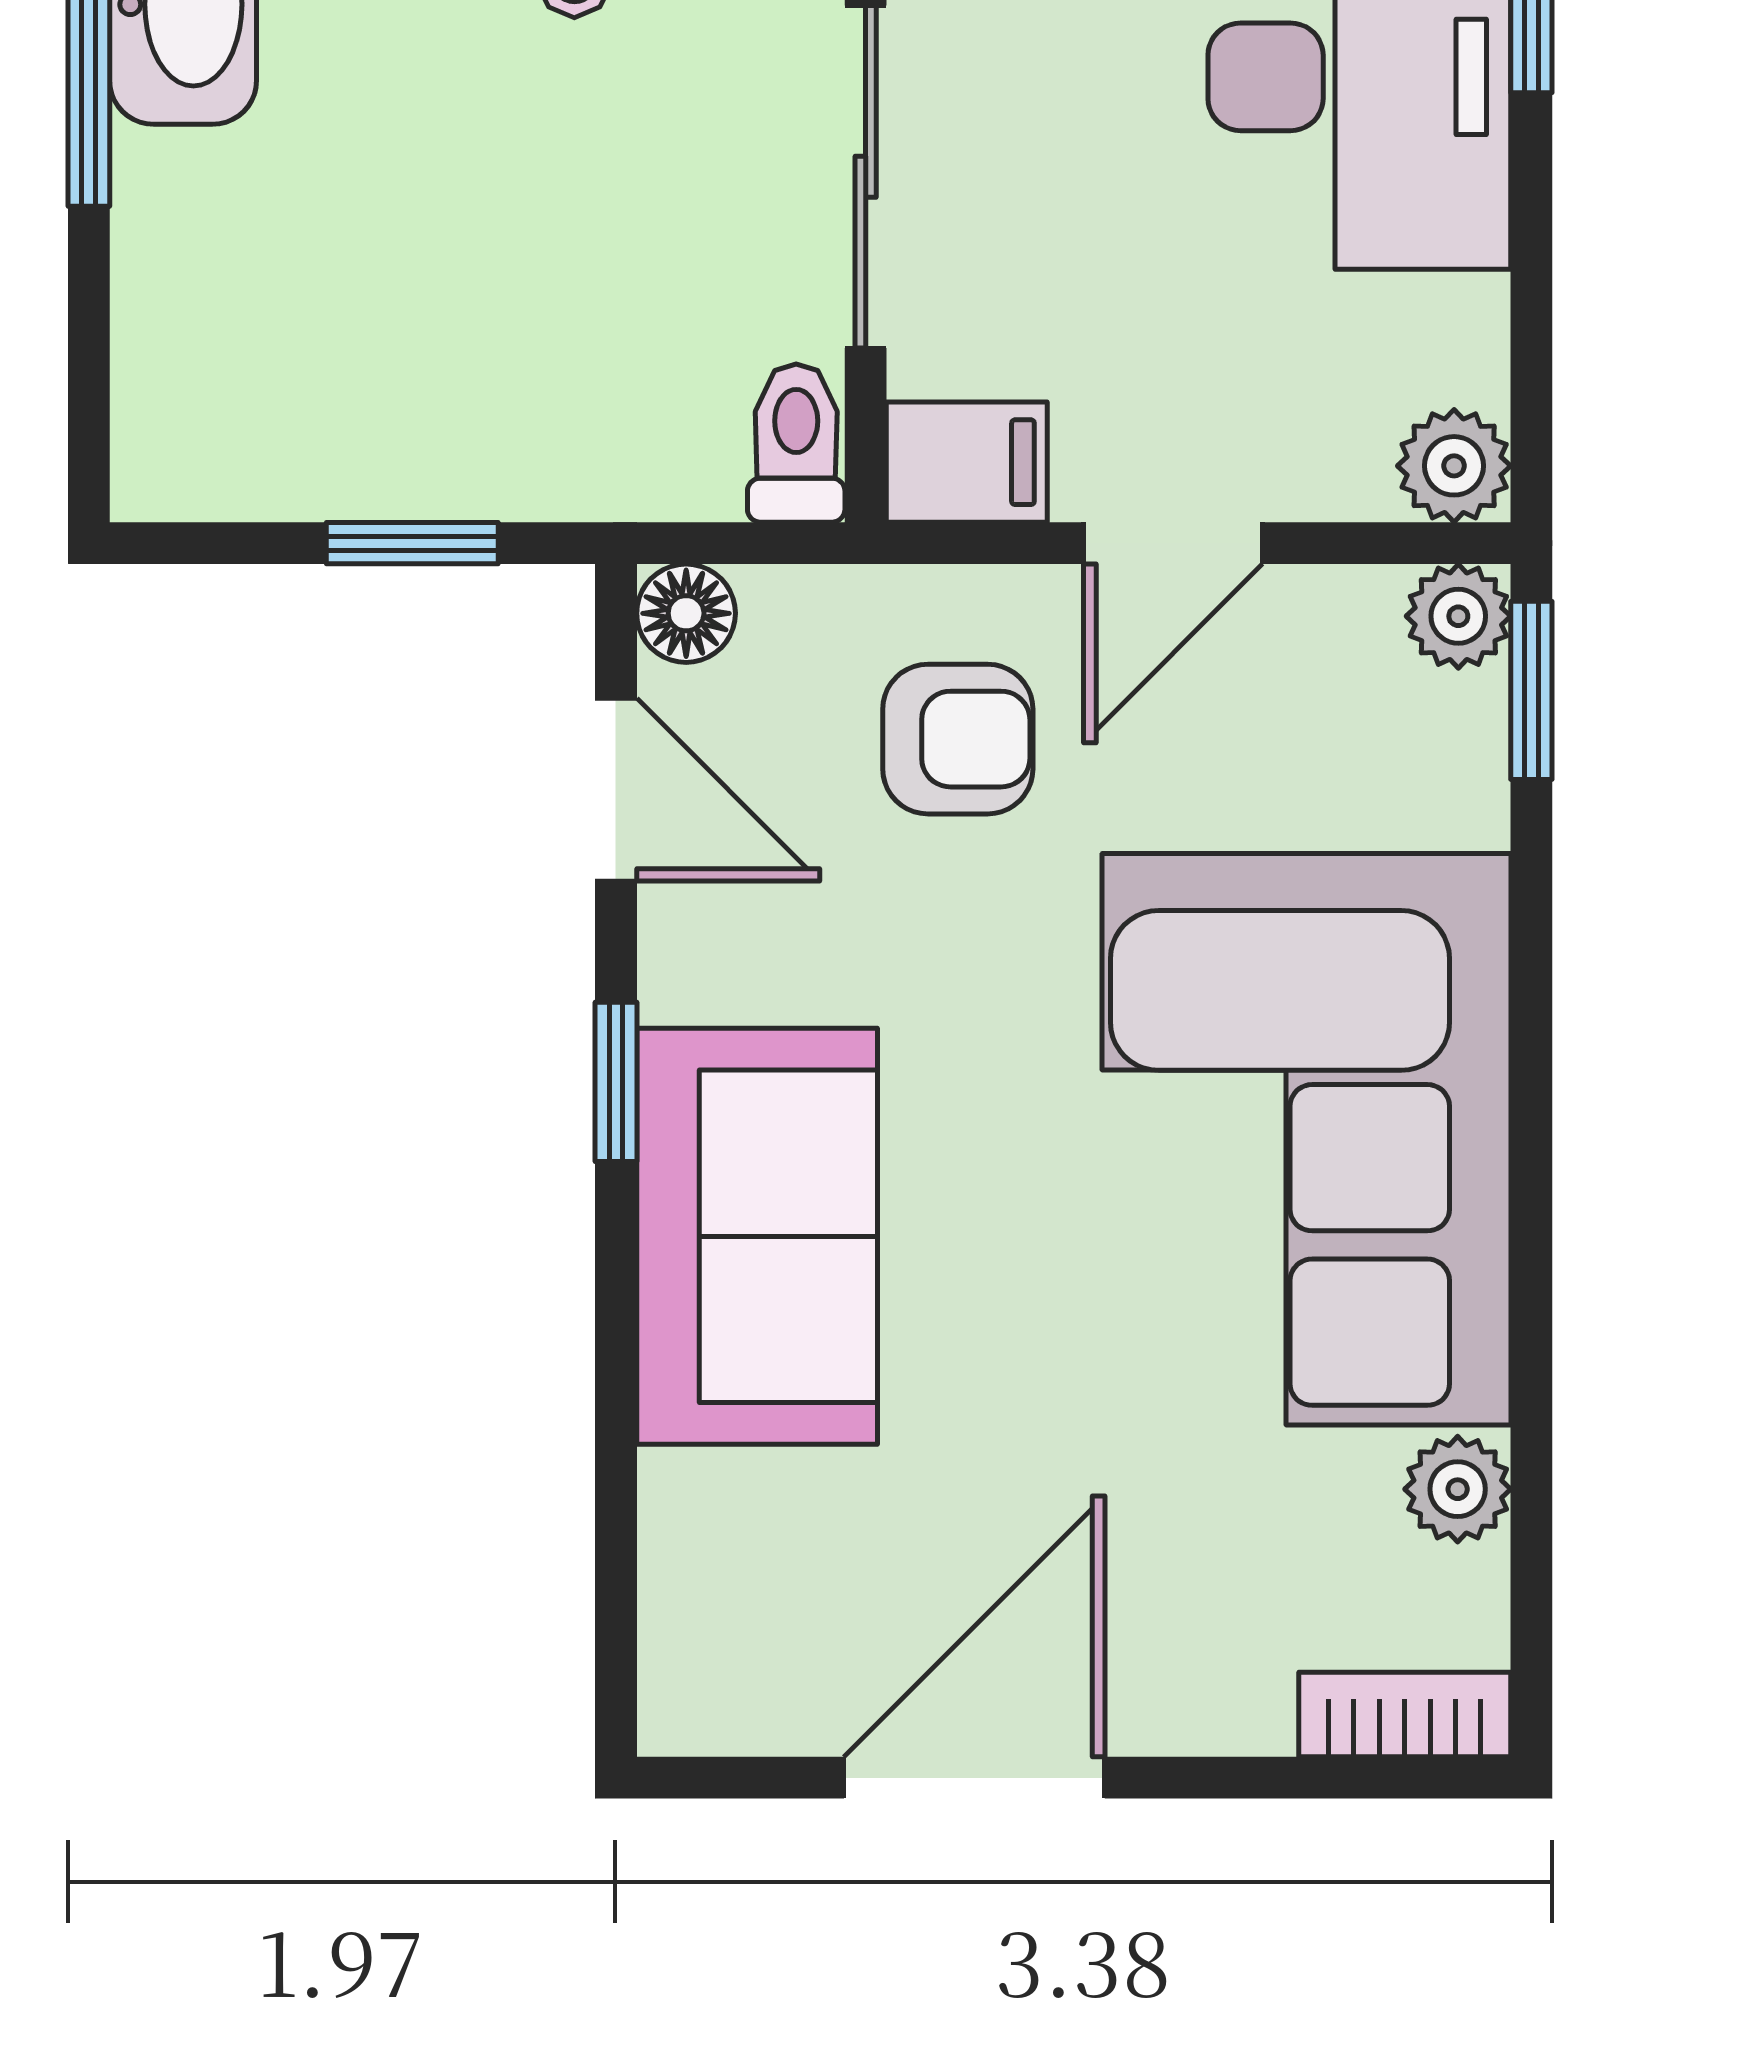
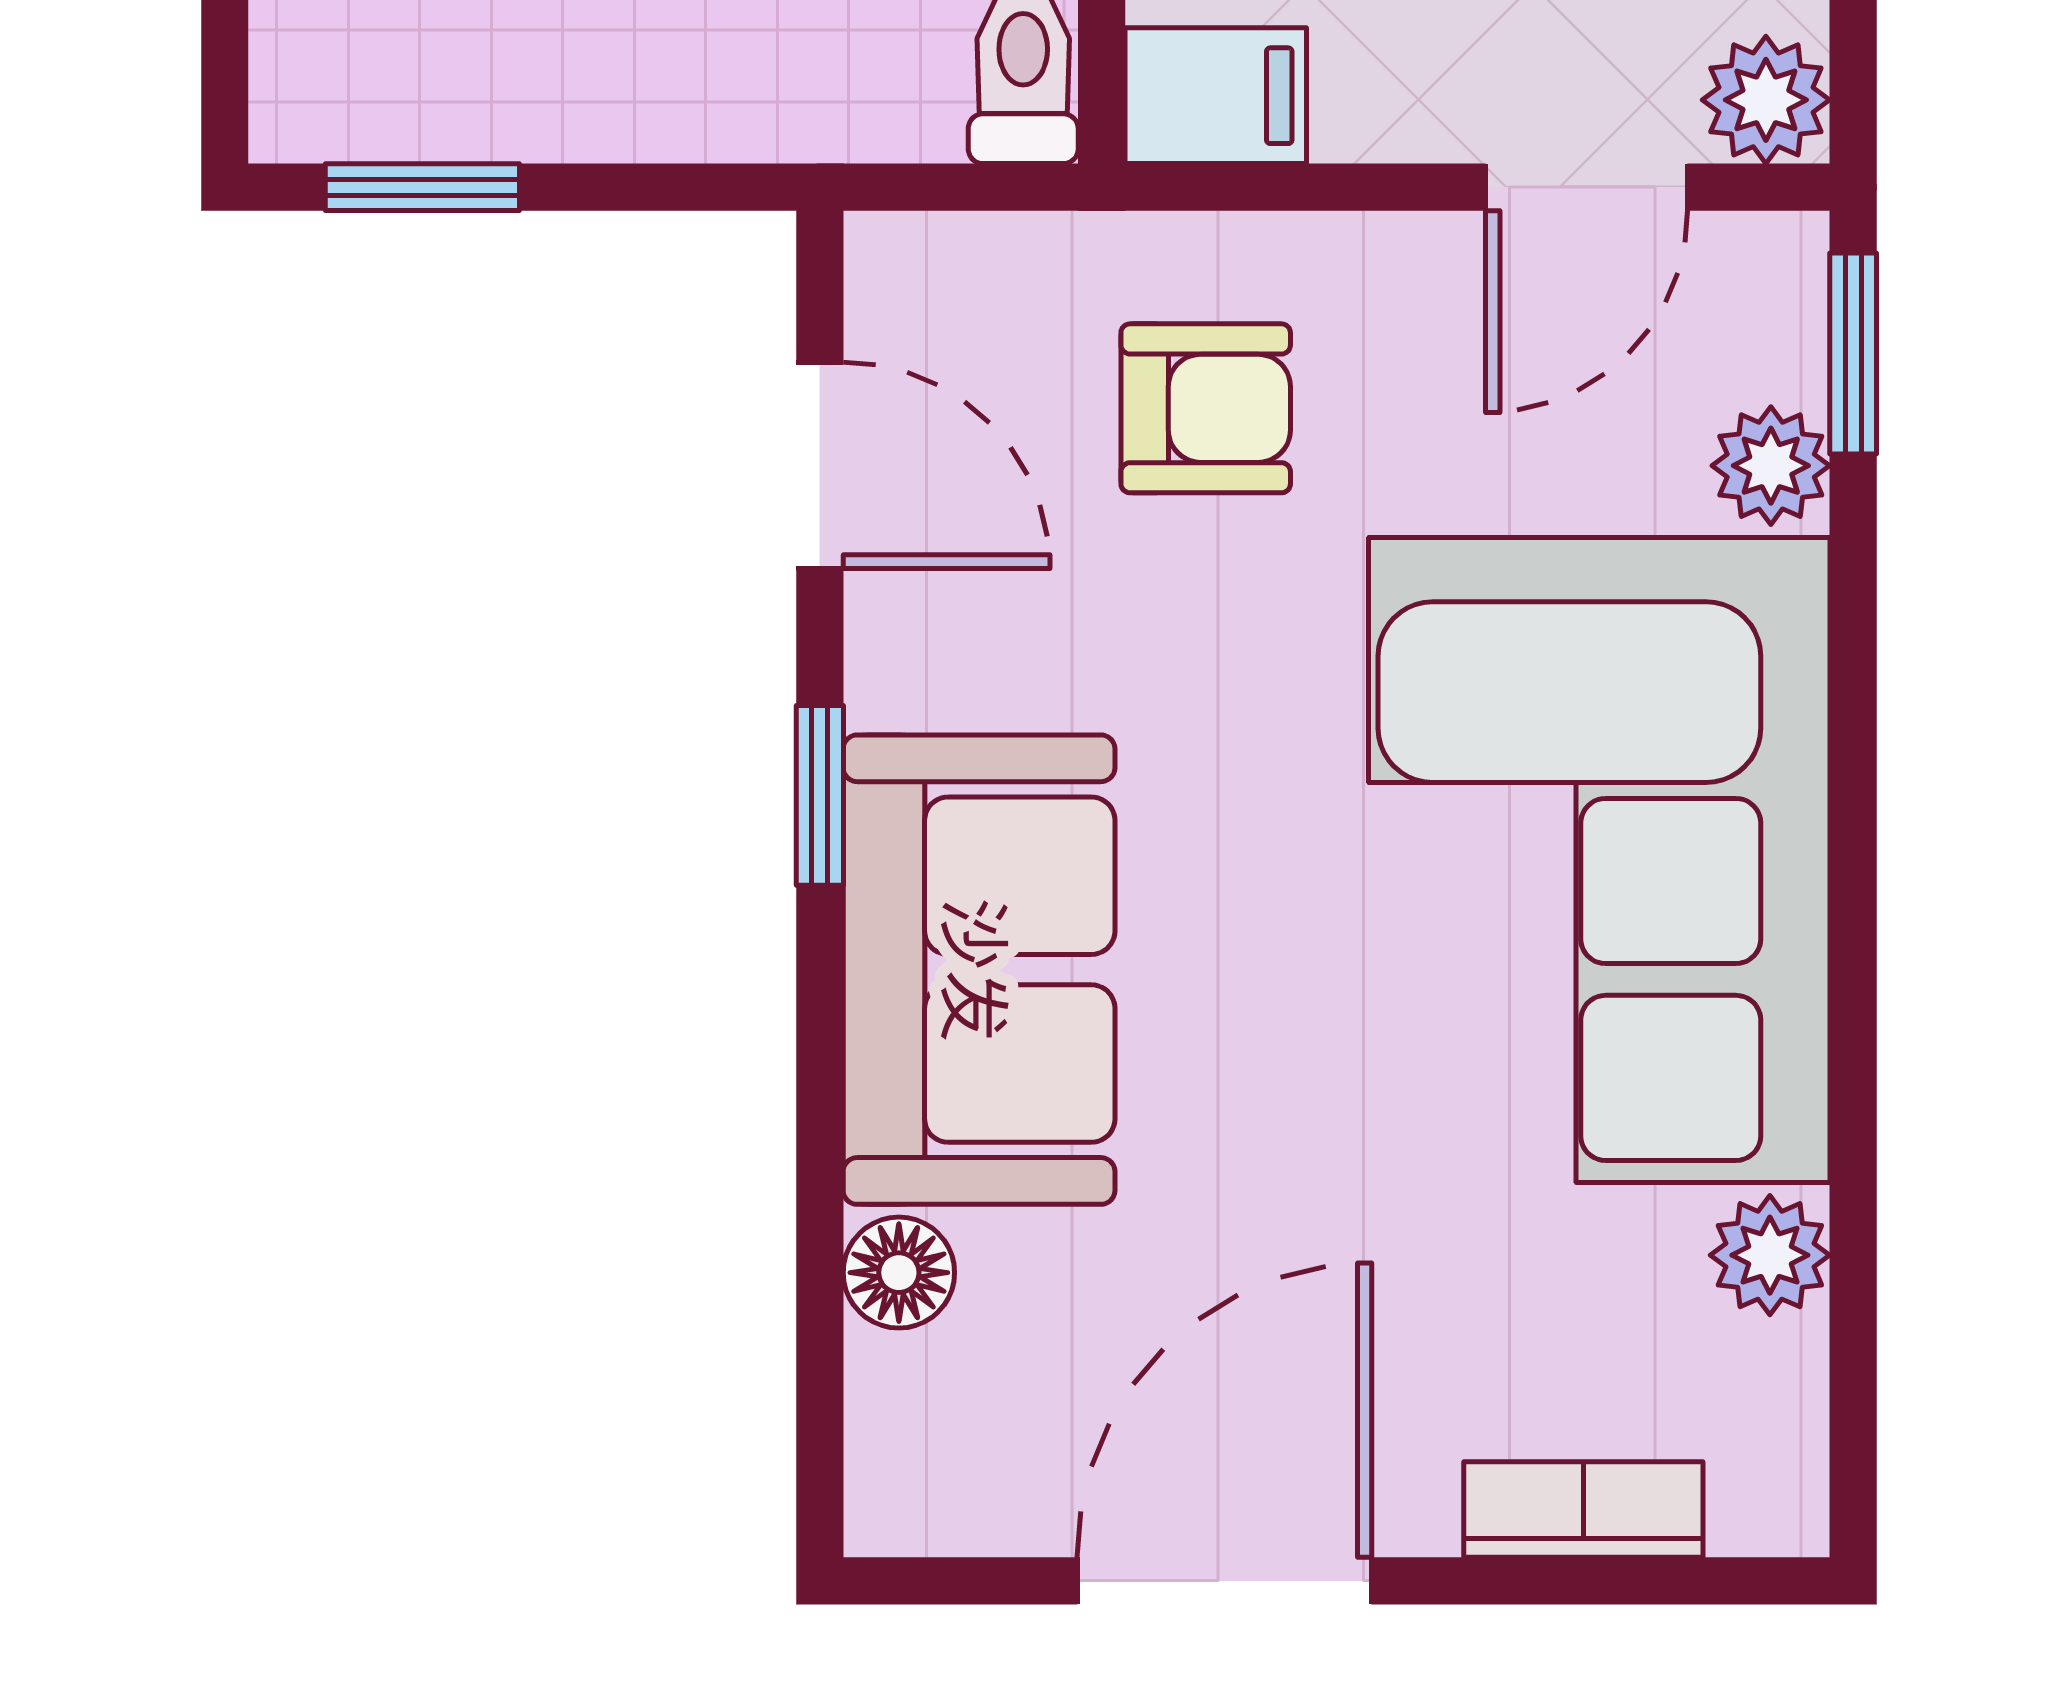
window: (412, 543) -> (422, 187), moved
door: (1173, 543) -> (1587, 187), moved
floor lamp: (686, 613) -> (899, 1273), moved
plant: (1458, 616) -> (1771, 466), moved
bookcase: (1405, 1714) -> (1583, 1510), moved

